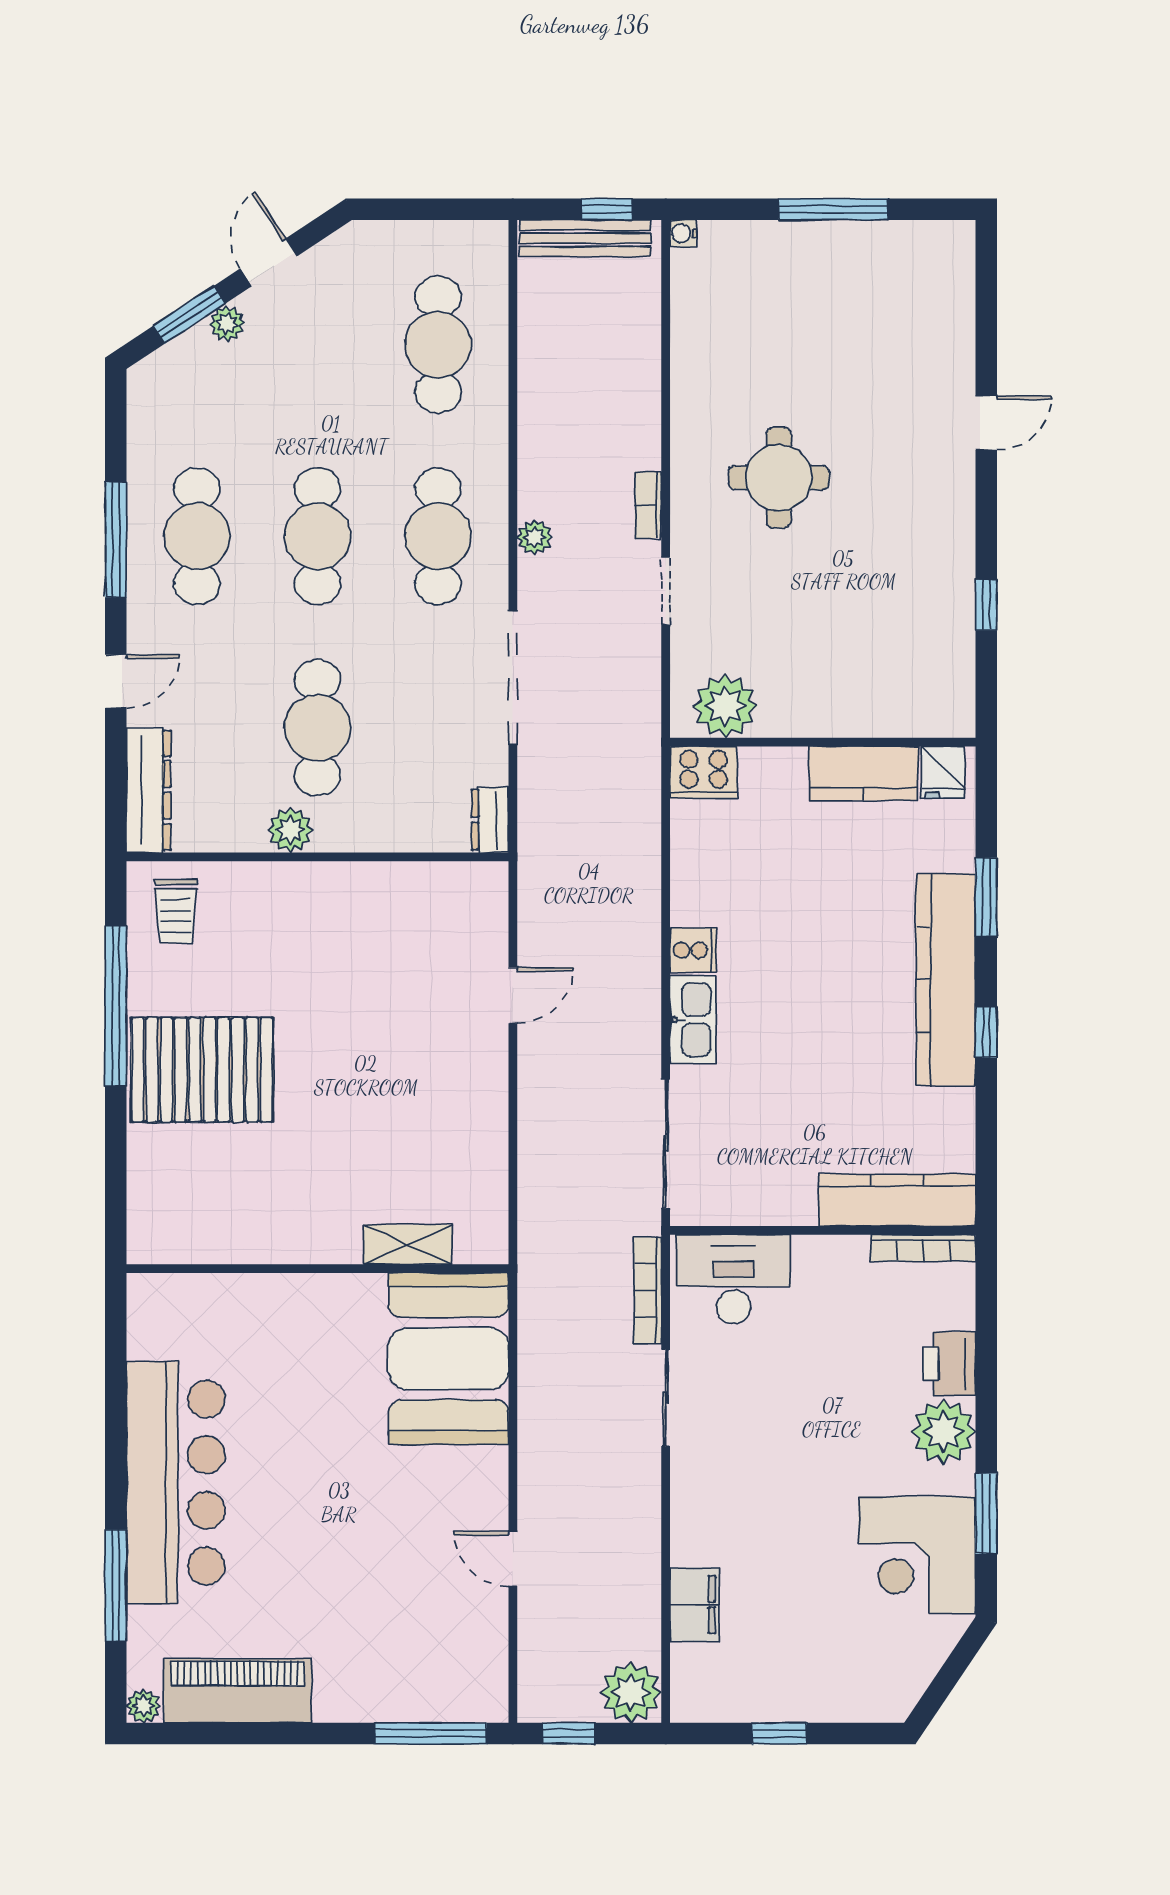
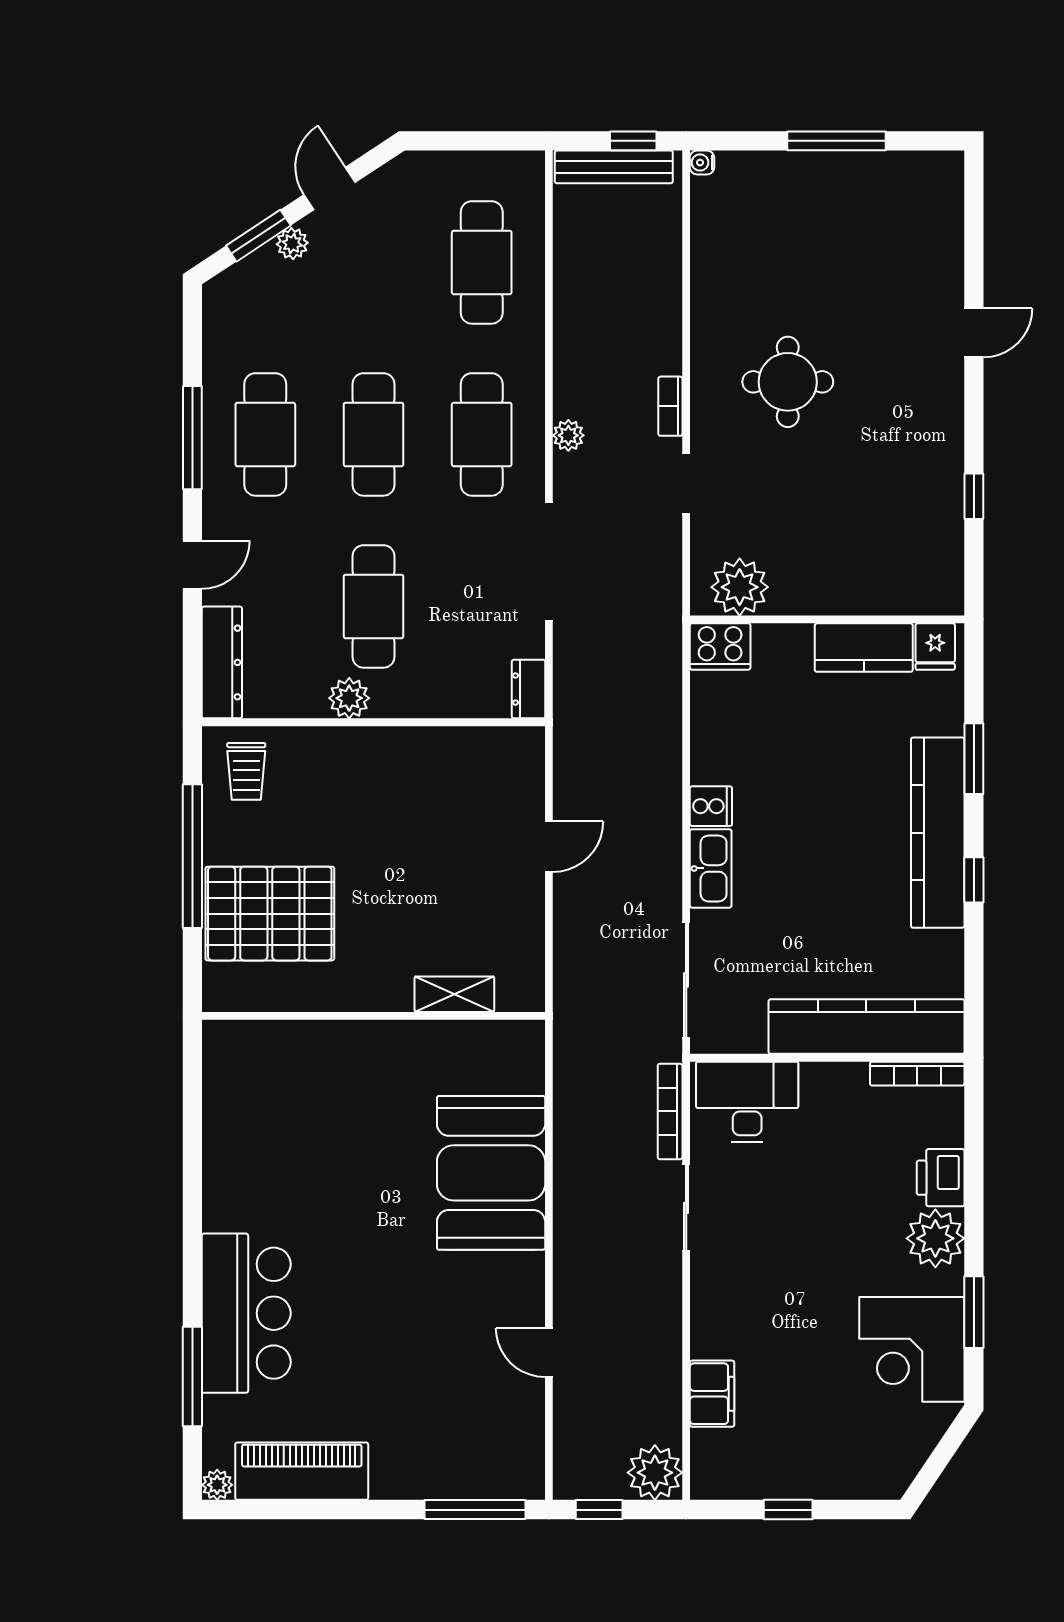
kitchen counter: (897, 1200) -> (866, 1027), width x1.39, depth x1.17
shelving: (408, 1244) -> (454, 994), moved
wall: (318, 1269) -> (373, 1016), moved
bar counter: (176, 1483) -> (246, 1313), width x0.73

